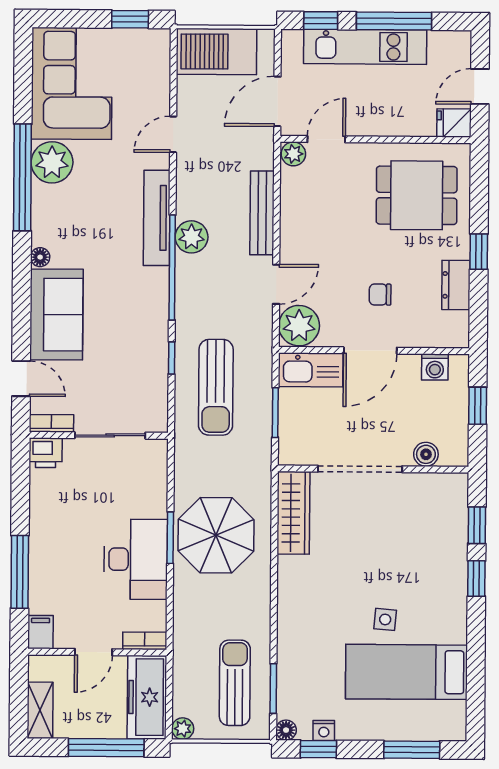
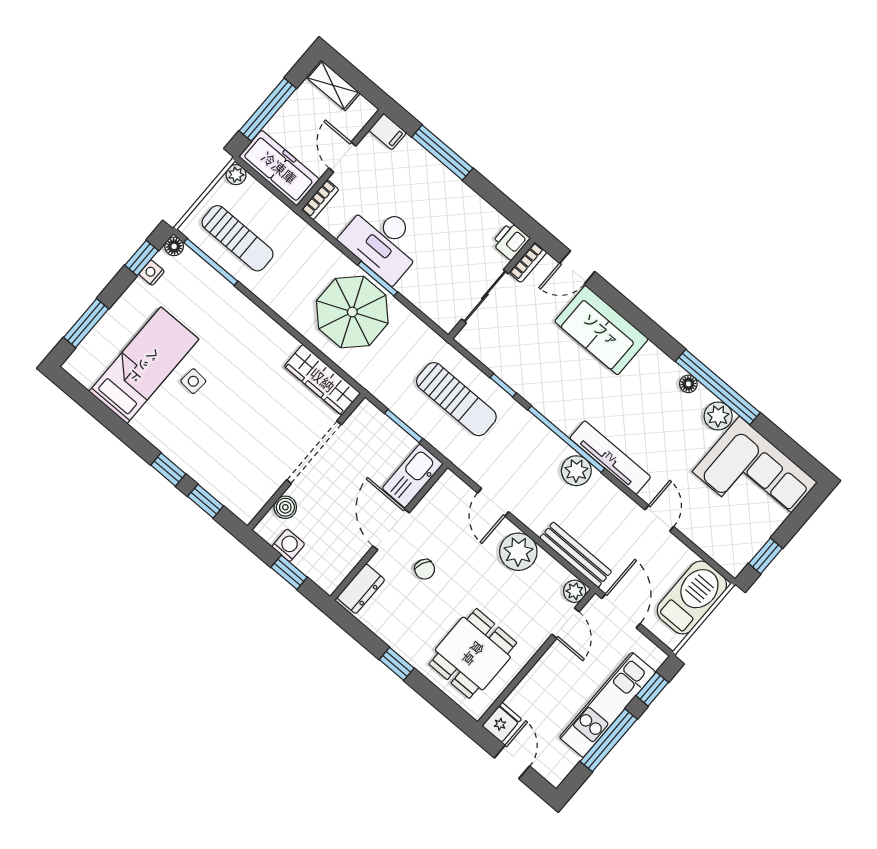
plant: (52, 162) -> (718, 416), width x0.73, depth x0.73
bench: (262, 213) -> (576, 555), moved
floor lamp: (40, 257) -> (688, 384), moved
dresser: (456, 285) -> (361, 589), moved, turned 90
chair: (380, 295) -> (425, 569), turned 114
plant: (299, 326) -> (518, 552), moved
washing machine: (435, 367) -> (288, 545), moved, turned 90
sun lounger: (216, 387) -> (456, 399), turned 180
window: (273, 689) -> (211, 262), width x1.44

